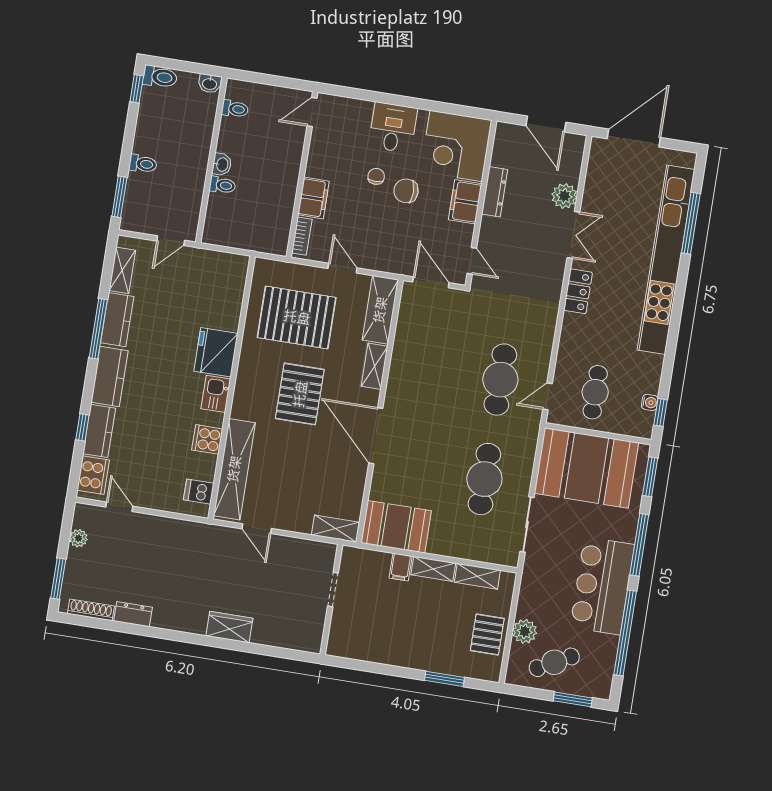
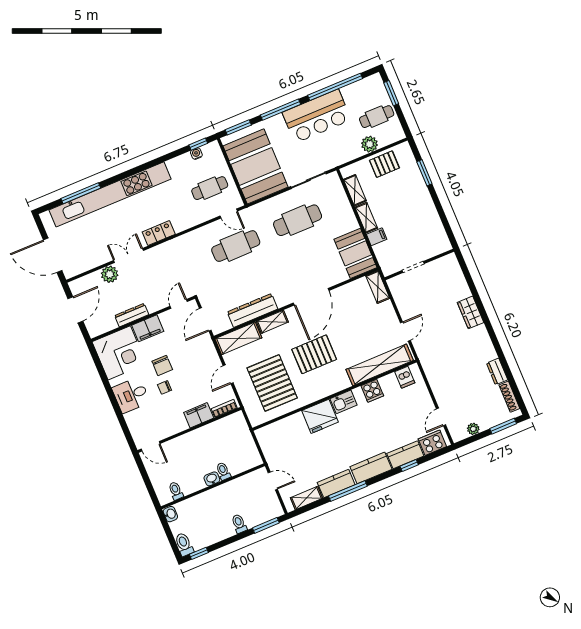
dresser: (405, 350) -> (252, 310), added
cafe table: (554, 662) -> (377, 117), turned -62

